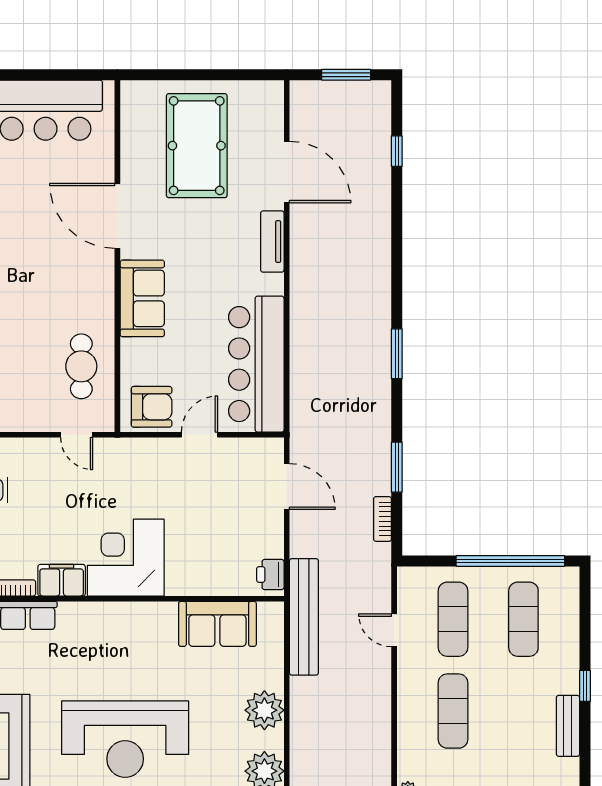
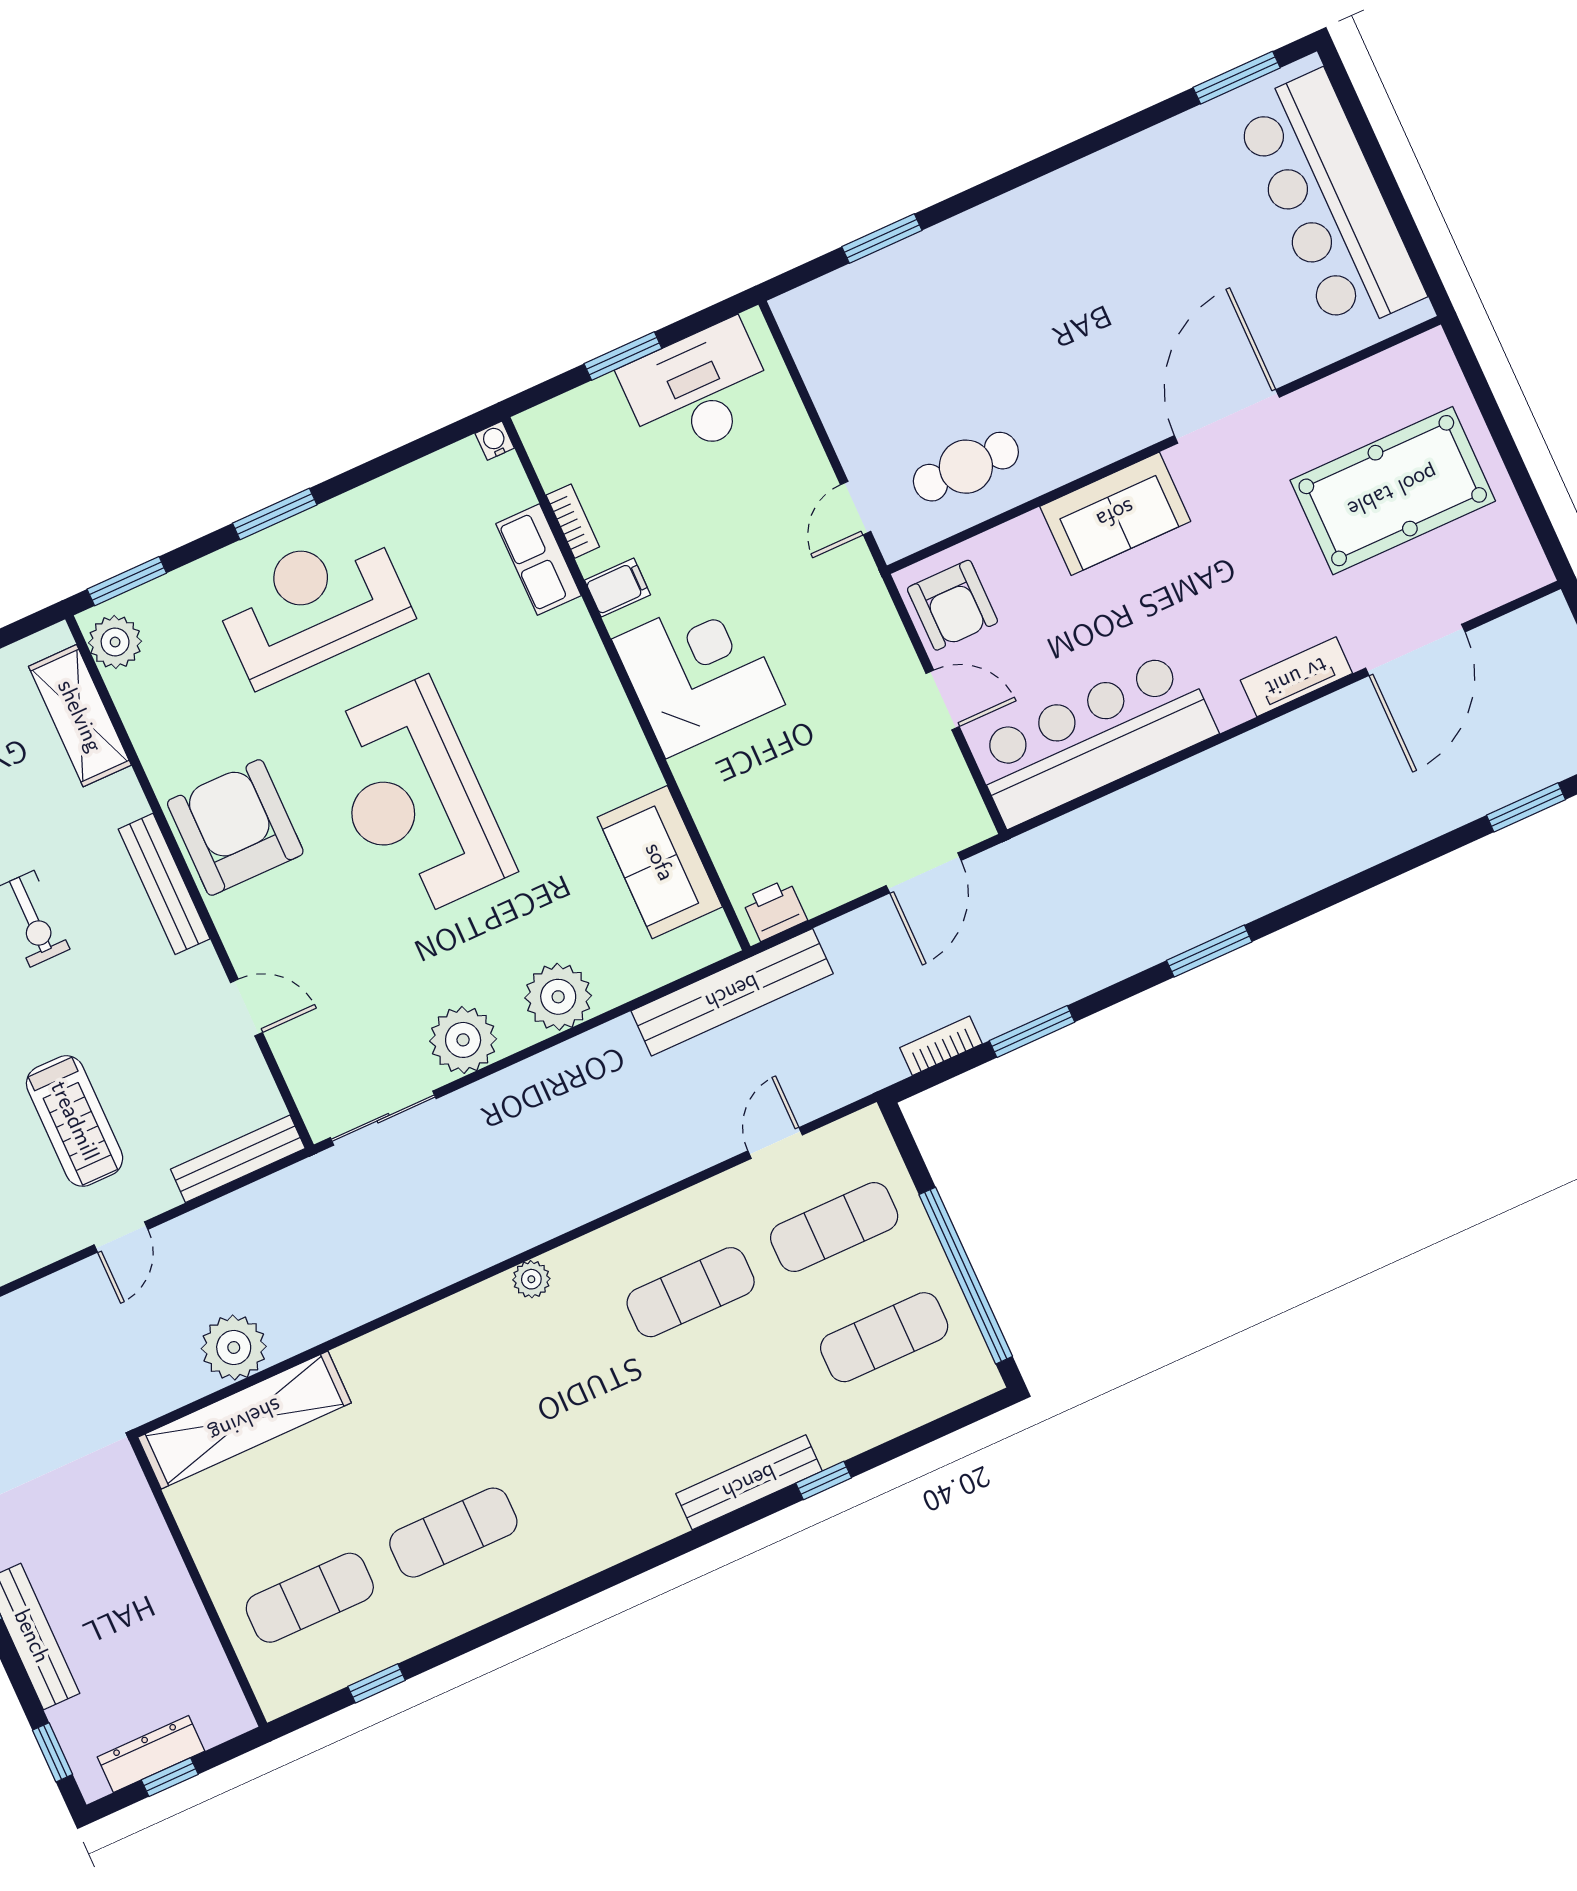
window: (397, 151) -> (1526, 807), width x1.50
filing cabinet: (62, 580) -> (618, 587), width x0.50
bench: (568, 726) -> (749, 1482), width x1.36

